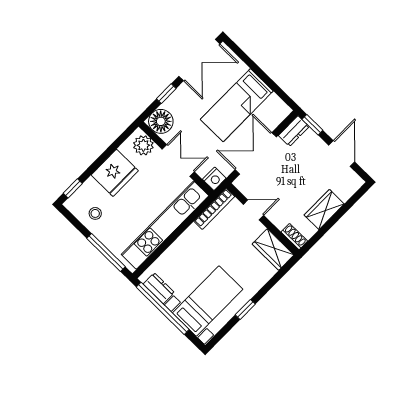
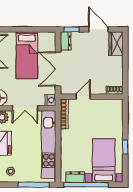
double door: (178, 161) -> (25, 108), swing flipped
wardrobe: (324, 209) -> (116, 44), moved
wardrobe: (273, 249) -> (111, 106), removed

